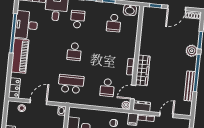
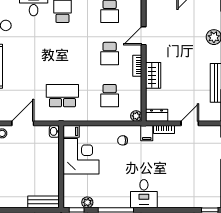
school desk: (74, 52) -> (110, 54), moved
wardrobe: (143, 70) -> (153, 75), width x0.67
door: (133, 92) -> (144, 36), moved
filing cabinet: (75, 112) -> (71, 131), added

